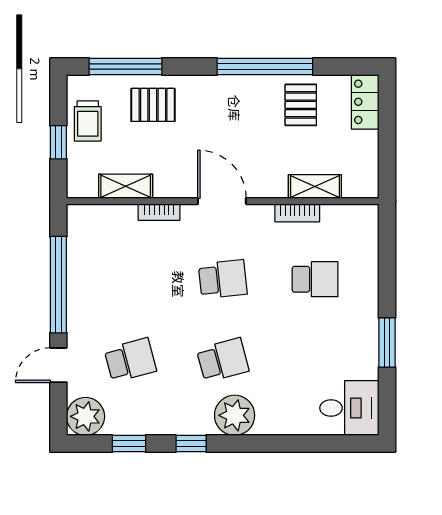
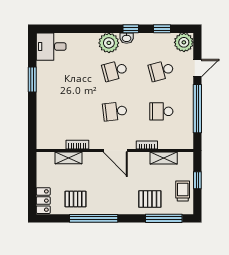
pallet: (301, 105) -> (76, 199), turned 90
school desk: (315, 279) -> (161, 111), moved
washbasin: (199, 425) -> (127, 38), added

